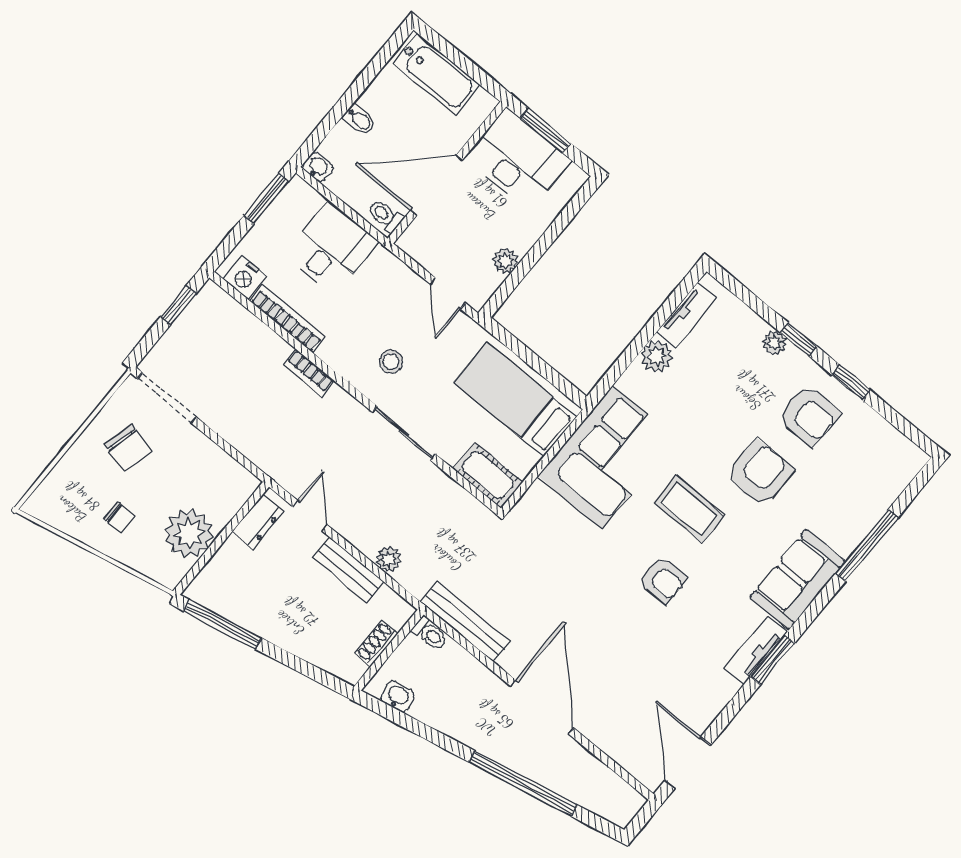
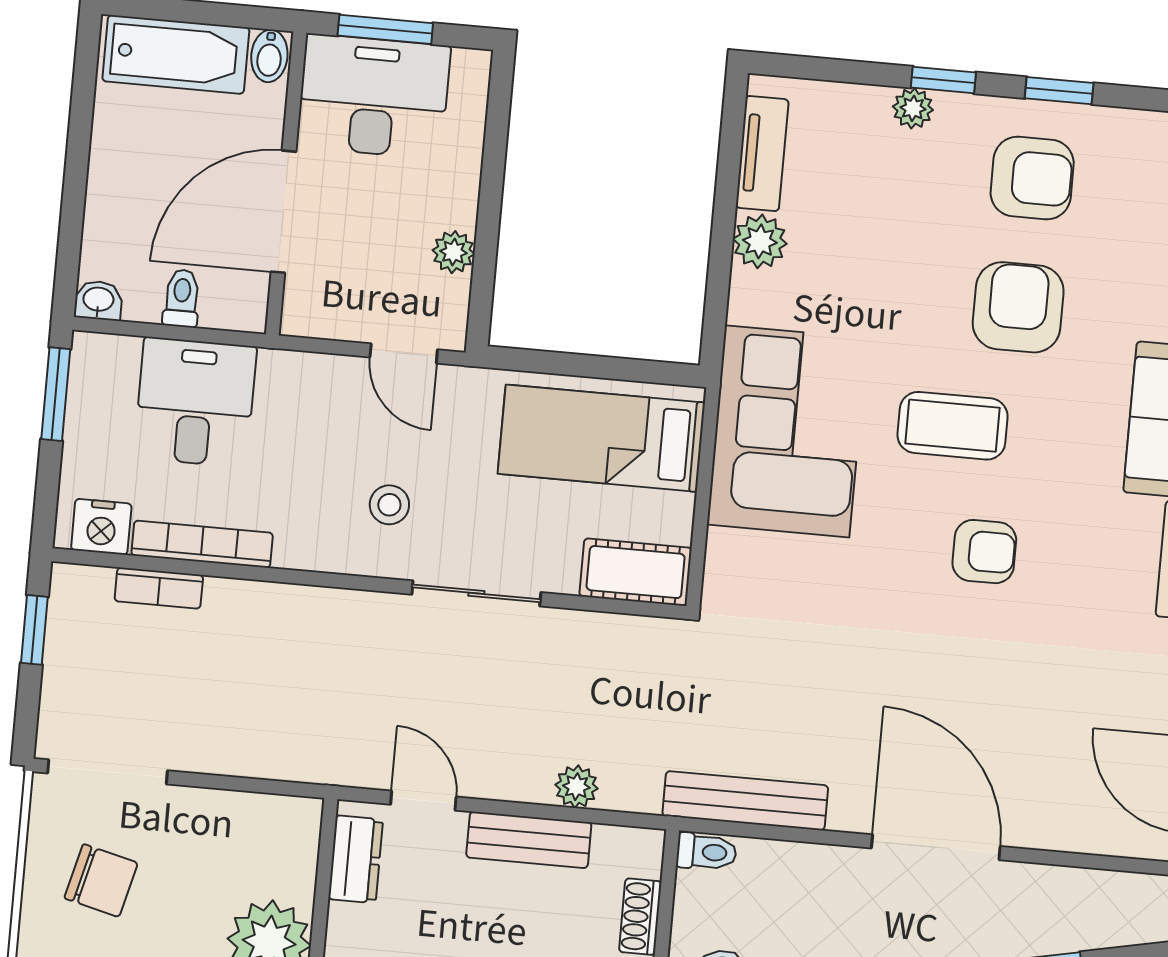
bidet: (360, 119) -> (269, 56), moved, turned 90
toilet: (385, 216) -> (182, 298), moved, turned 90
bookcase: (309, 373) -> (159, 588), moved

